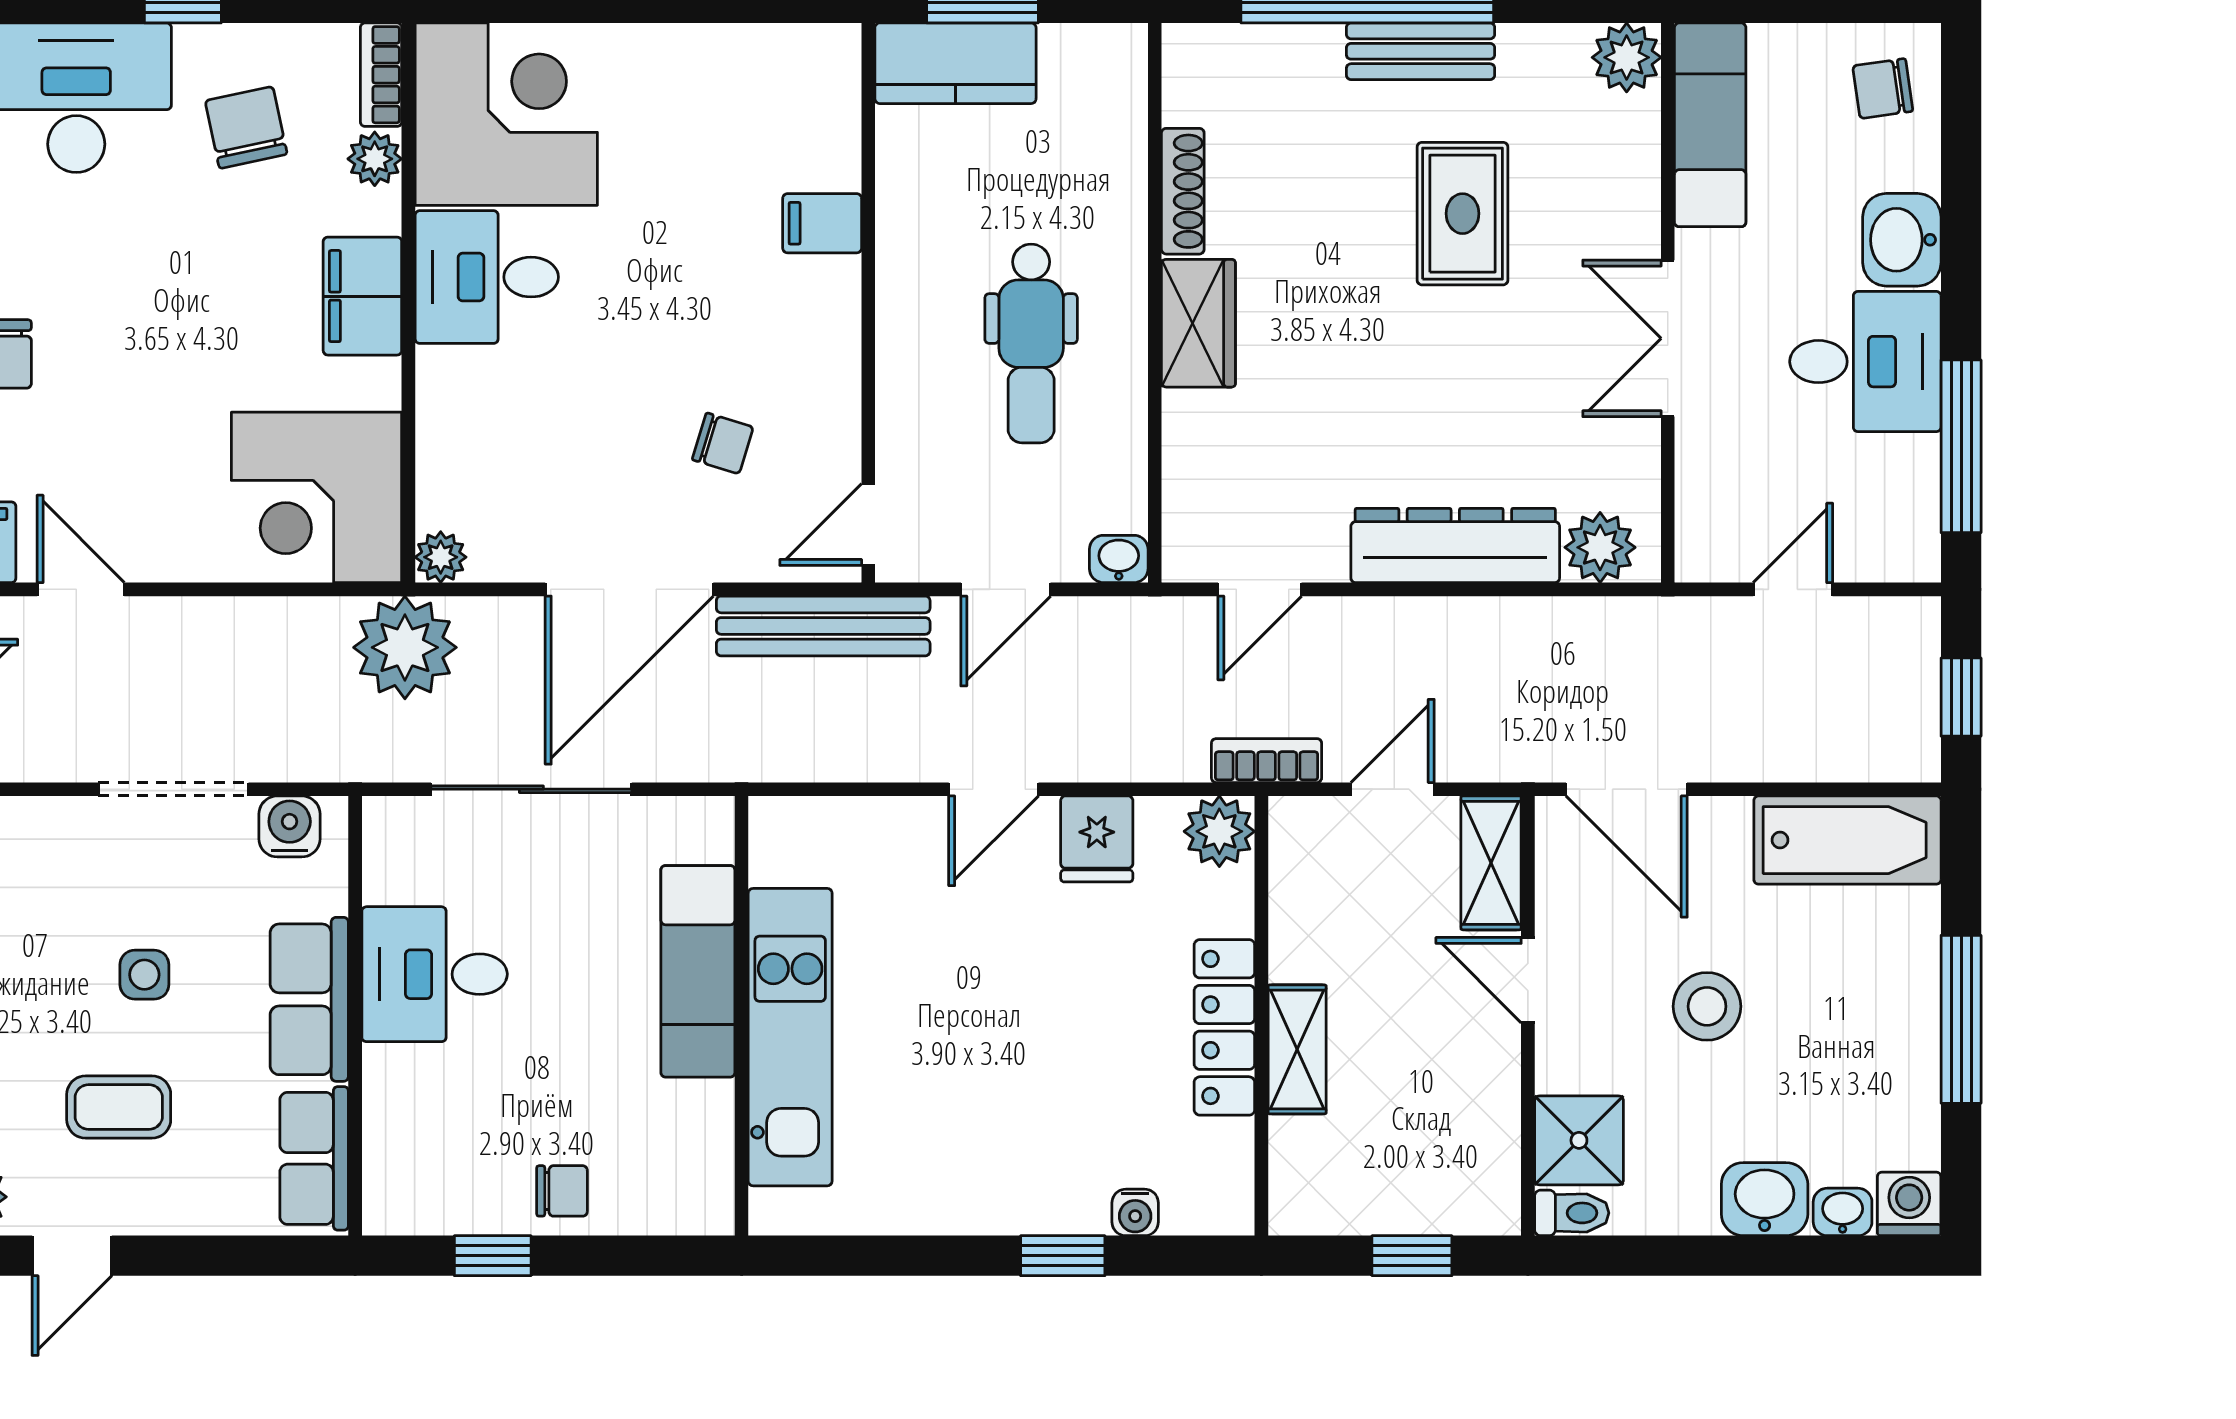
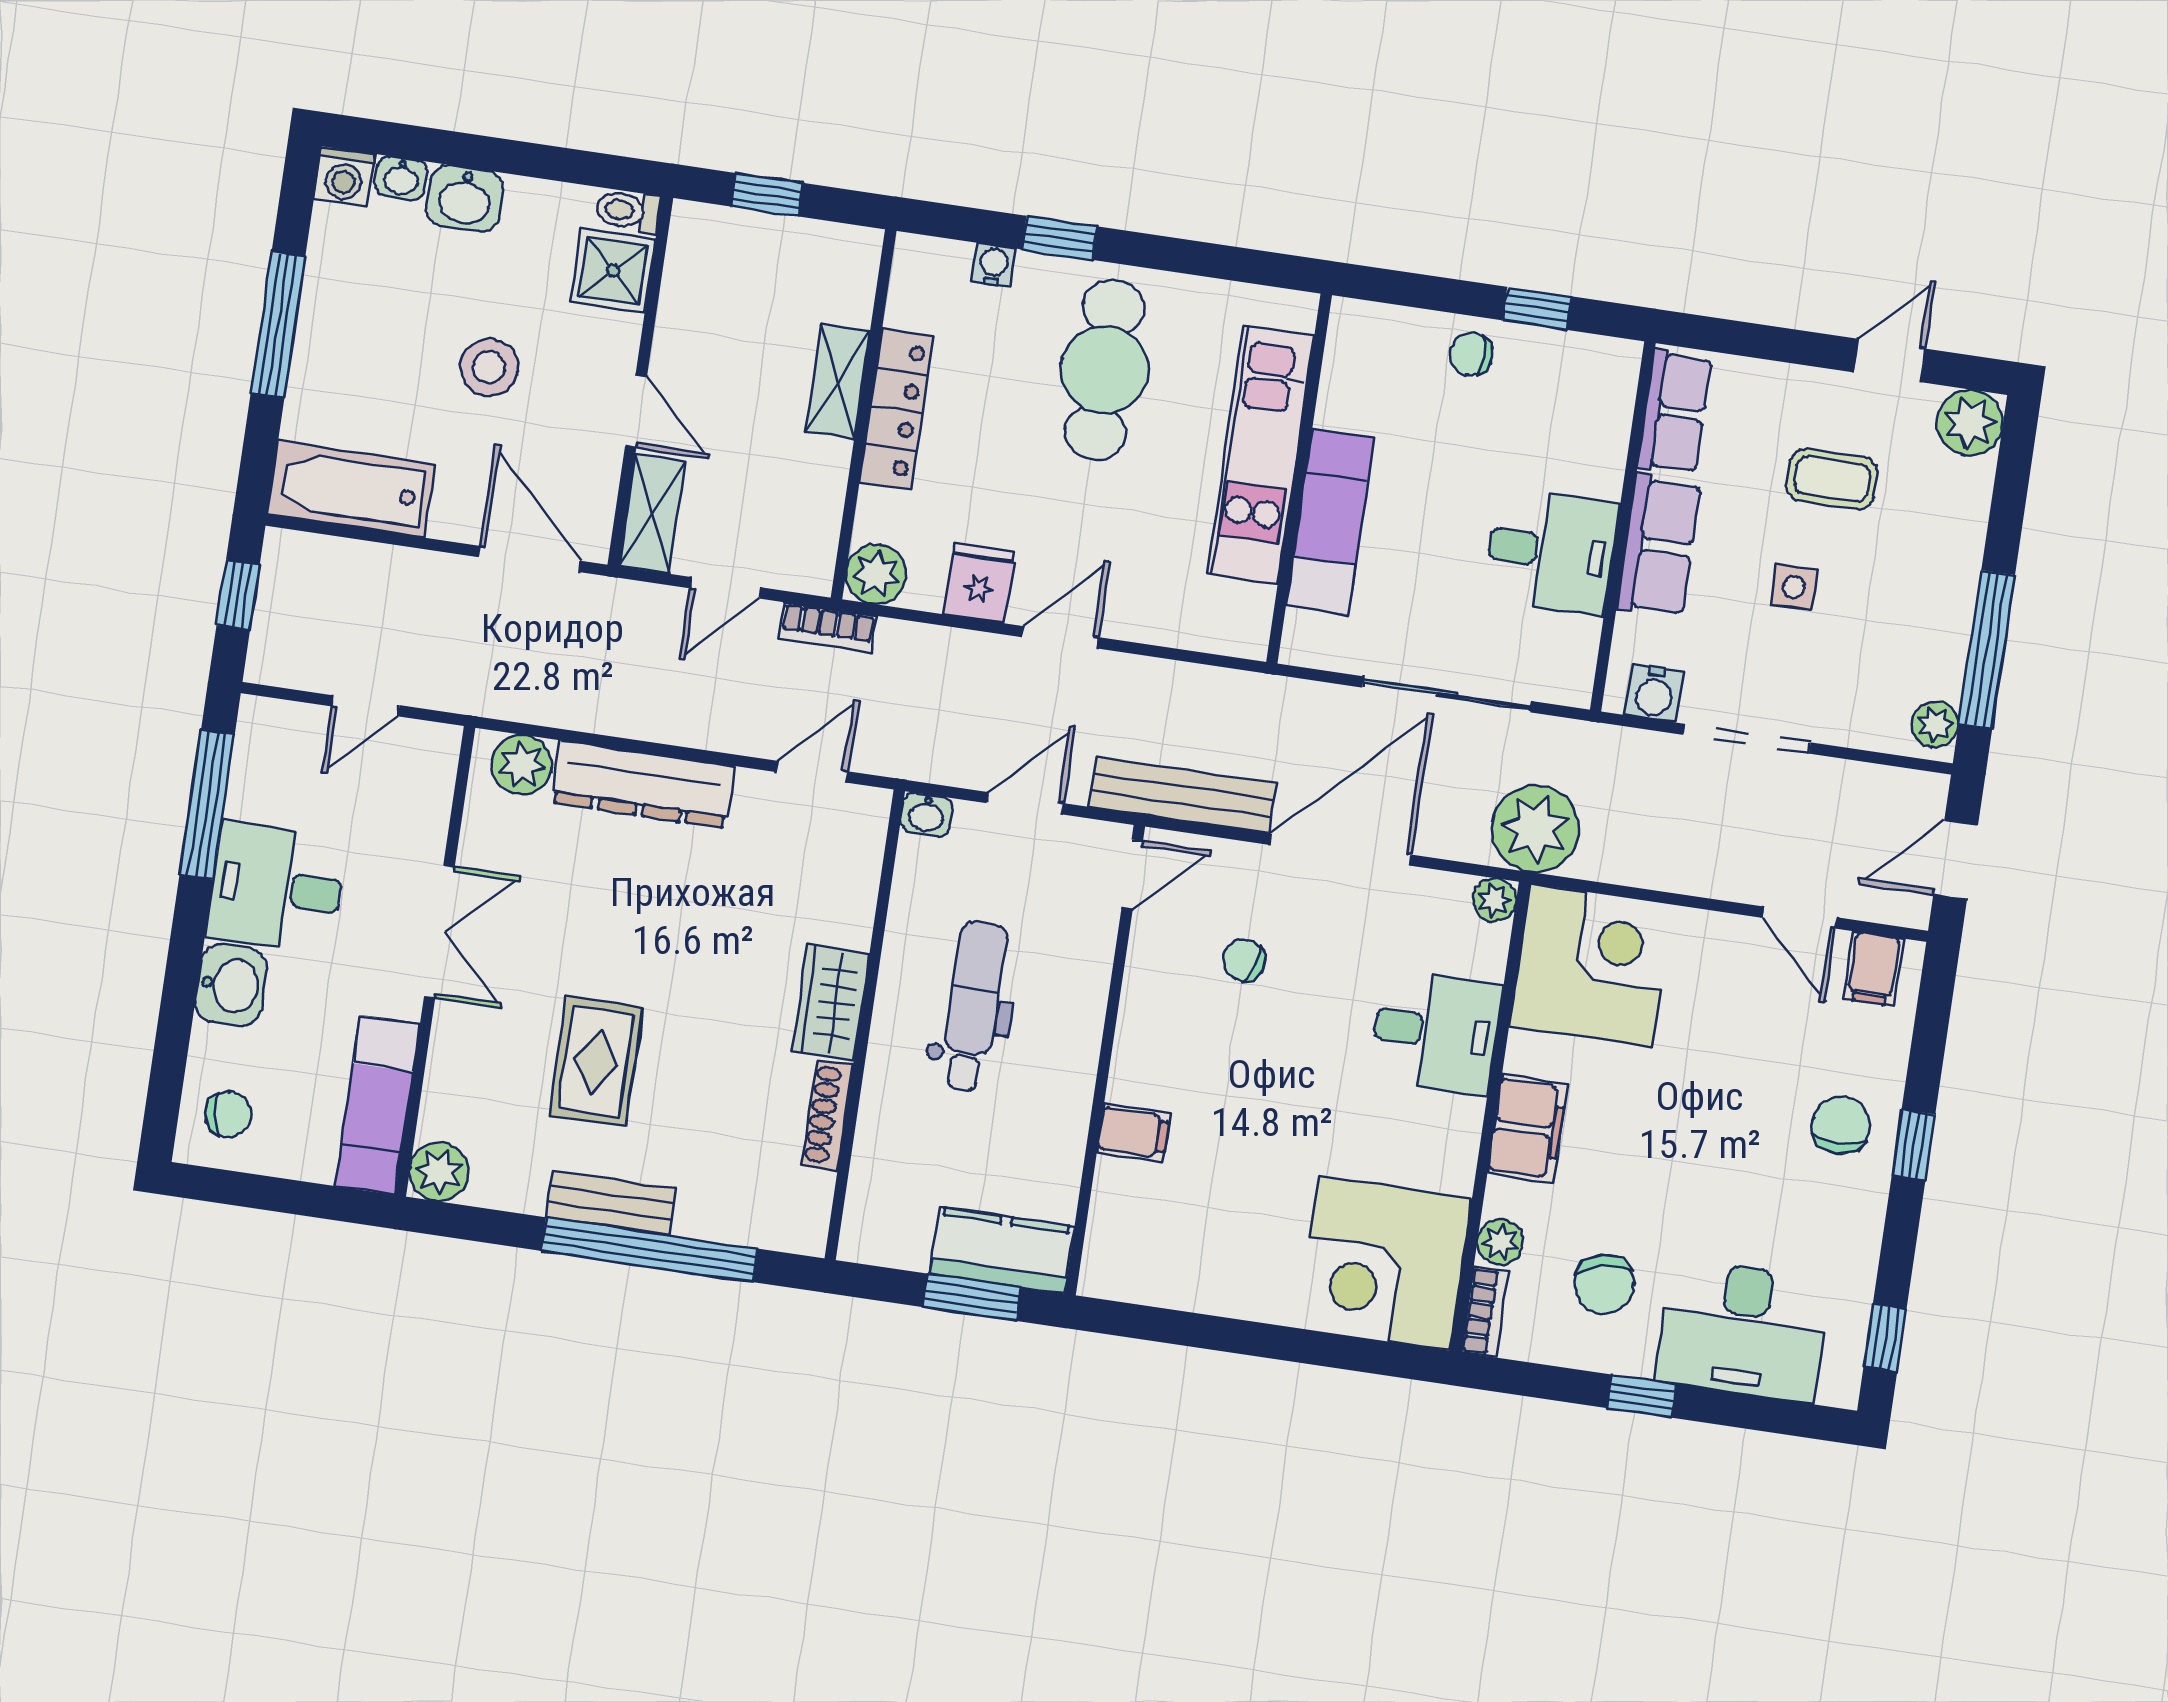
desk: (487, 277) -> (1436, 1032), moved
cafe table: (987, 1109) -> (1105, 370), added

